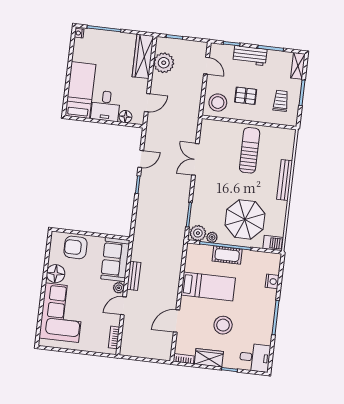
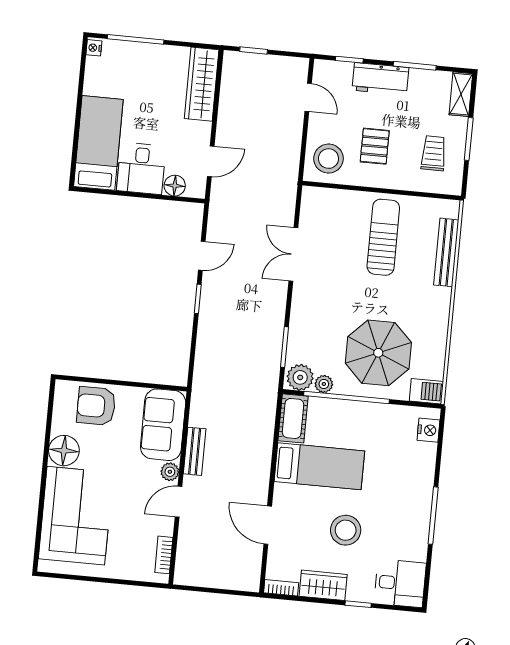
plant: (164, 63) -> (237, 94), removed
pallet: (246, 96) -> (375, 146), turned 90
bench: (285, 180) -> (446, 252), moved
cot: (227, 255) -> (293, 418), moved, turned 90
nightstand: (272, 281) -> (428, 430), moved
door: (176, 321) -> (268, 525), hinge flipped

